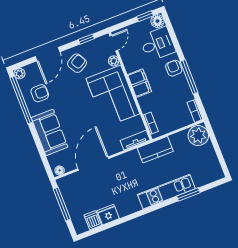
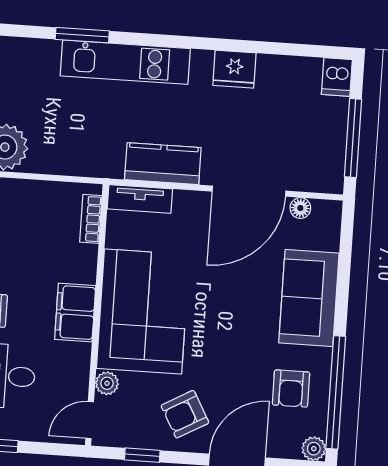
armchair: (40, 93) -> (291, 388), turned -90
kitchen counter: (155, 150) -> (163, 164), moved
floor lamp: (60, 170) -> (300, 208), moved
fridge: (108, 215) -> (234, 69), moved
dishwasher: (93, 220) -> (337, 77), moved

